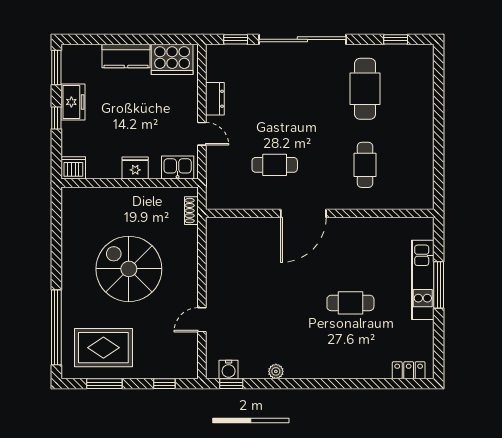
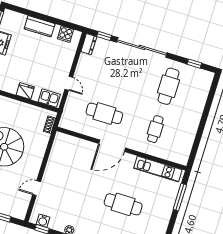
cooker: (172, 59) -> (65, 34), width x0.53, depth x0.76
dresser: (215, 99) -> (89, 44), moved
cafe table: (275, 165) -> (104, 113), width x1.37, depth x1.35
kitchen unit: (423, 280) -> (158, 169), moved, turned -90
window: (439, 285) -> (180, 197), moved
cafe table: (350, 303) -> (123, 204), width x1.37, depth x1.35

